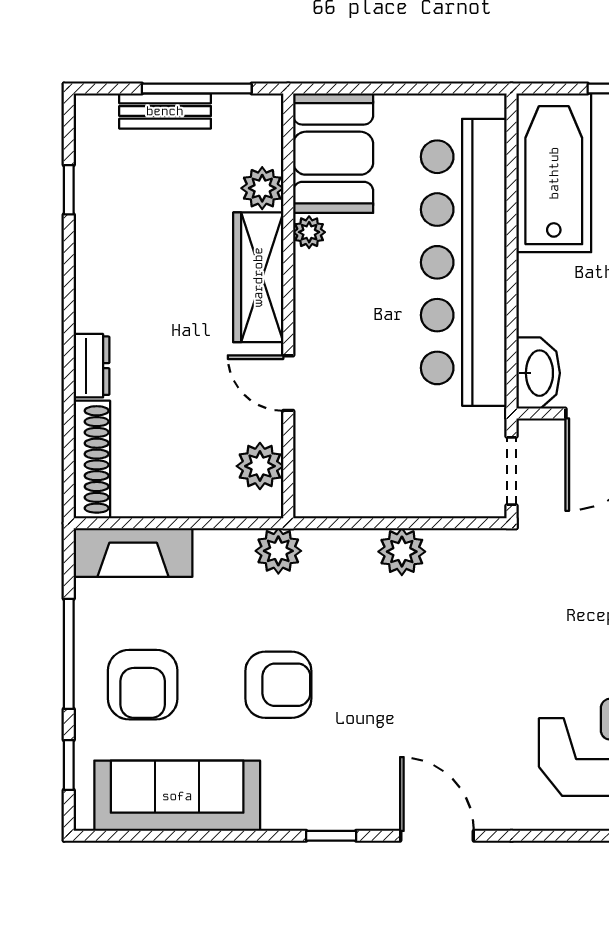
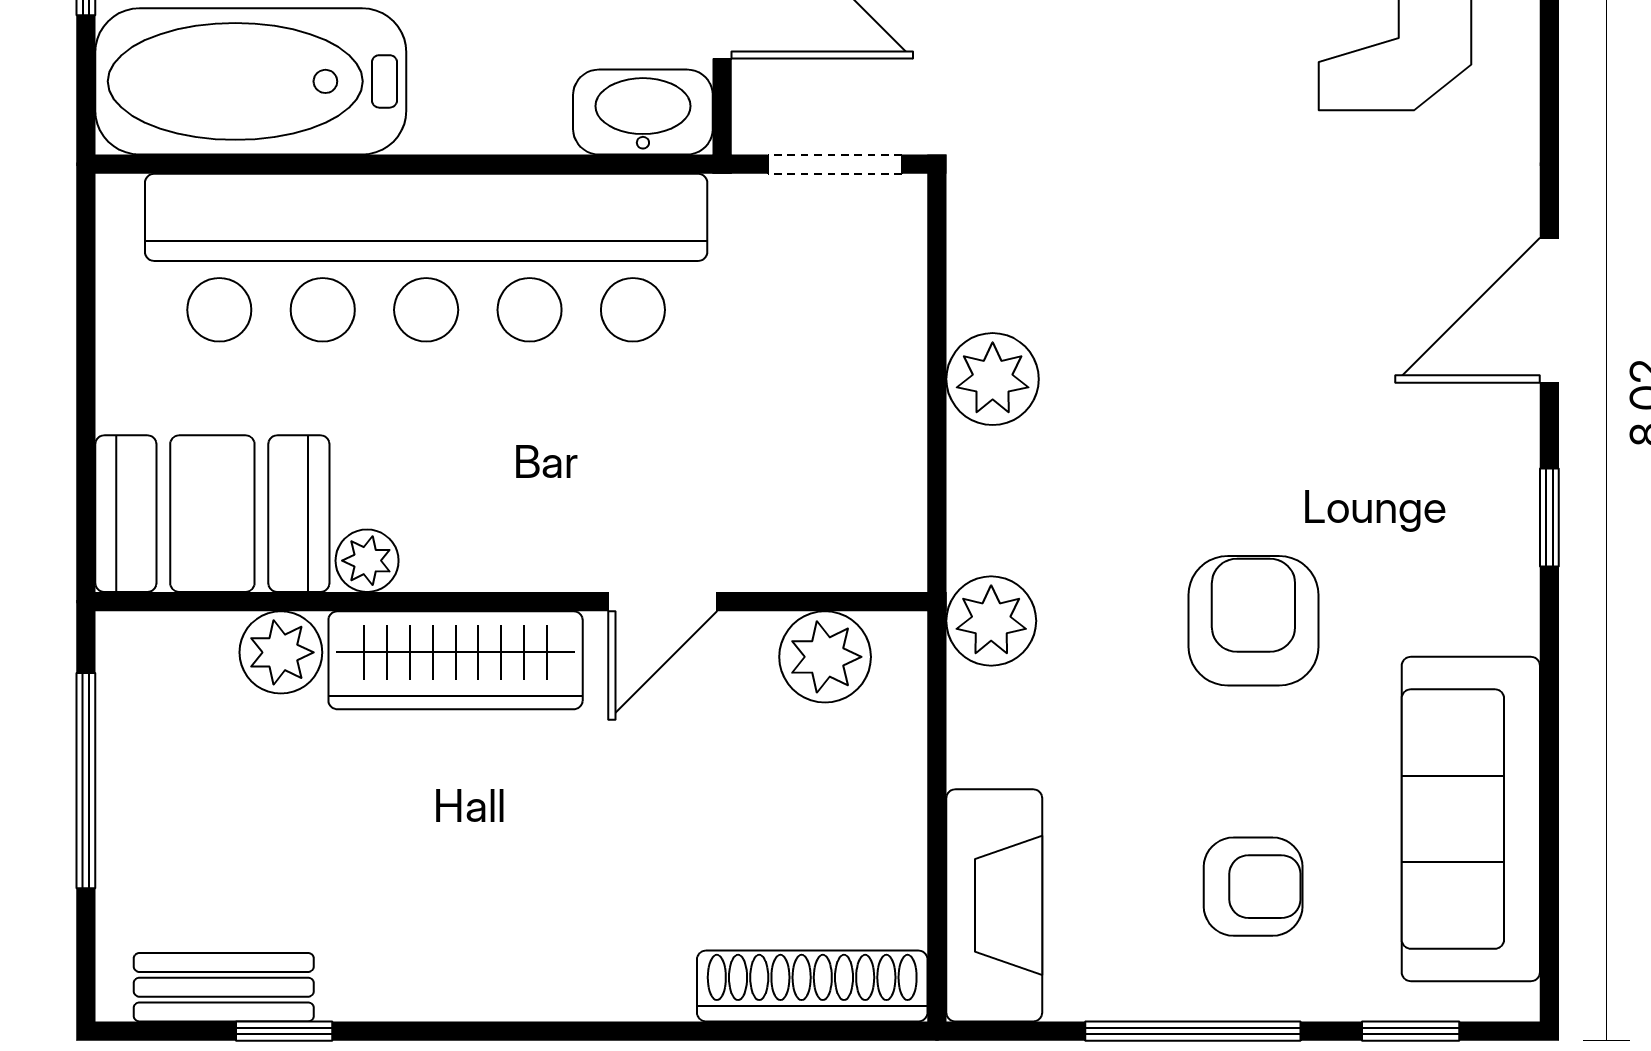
bench: (165, 111) -> (224, 987), moved, turned 90
dresser: (92, 366) -> (629, 987), removed
armchair: (143, 685) -> (1253, 887), width x0.72, depth x0.72

